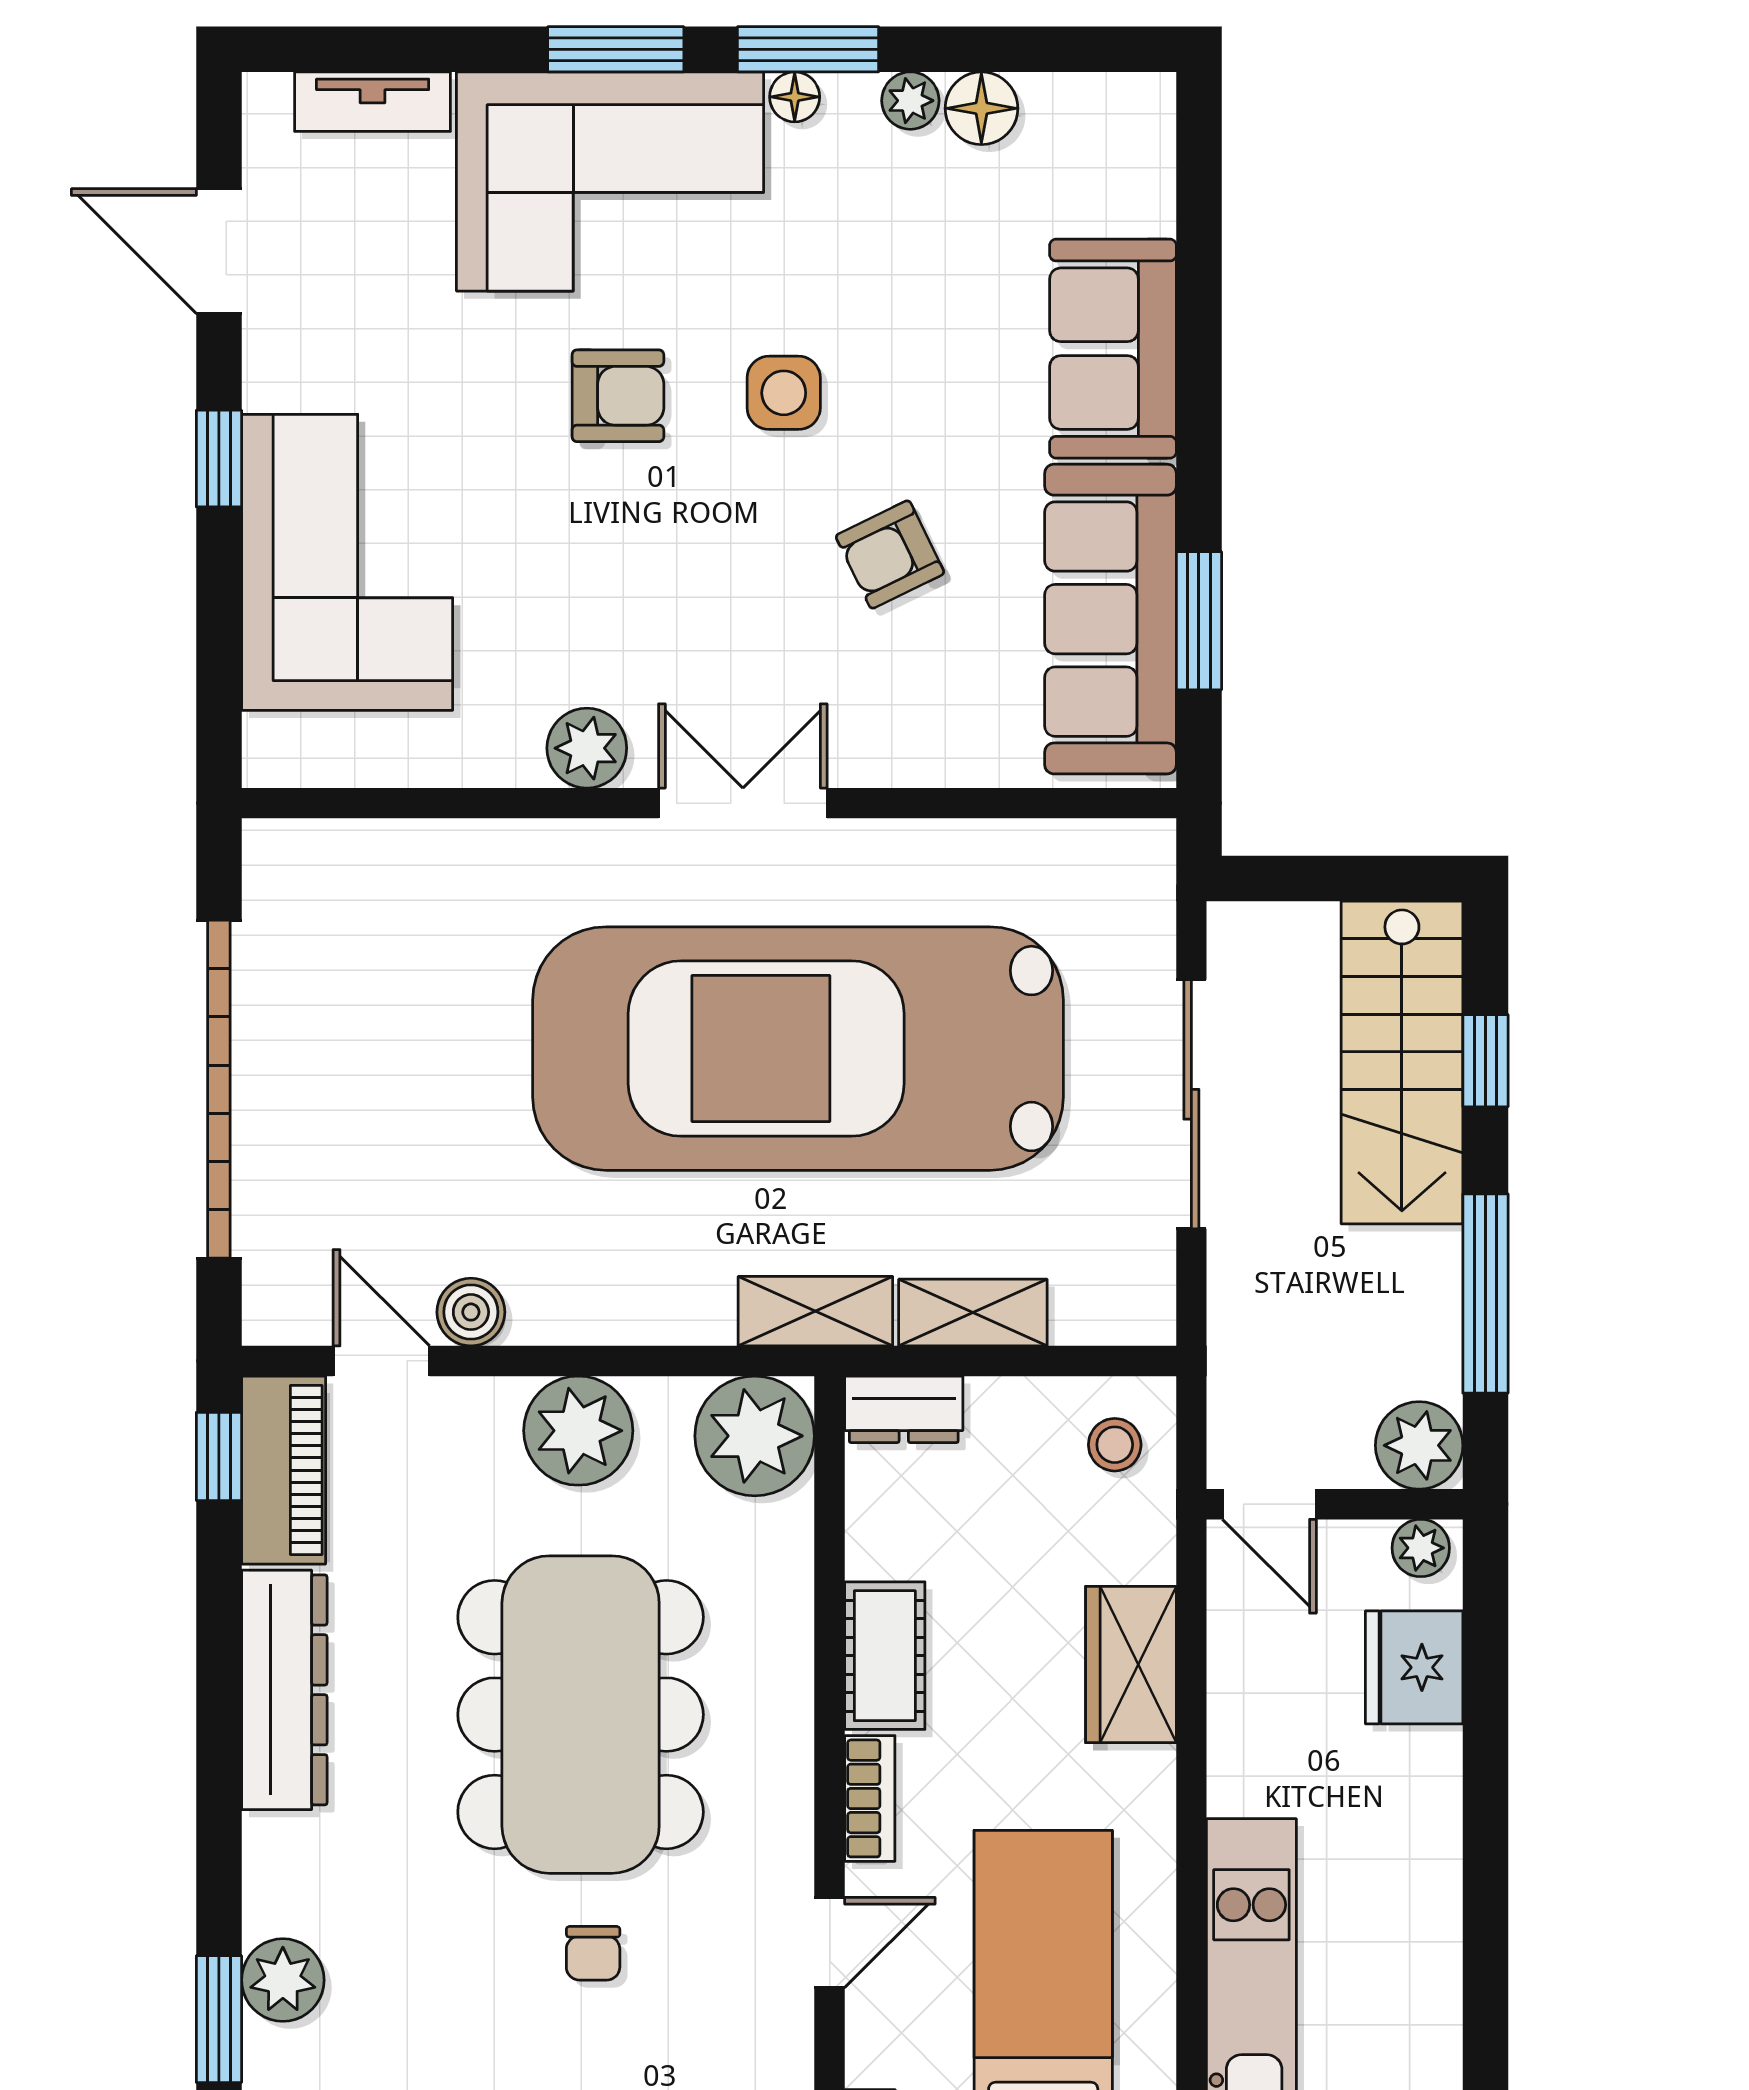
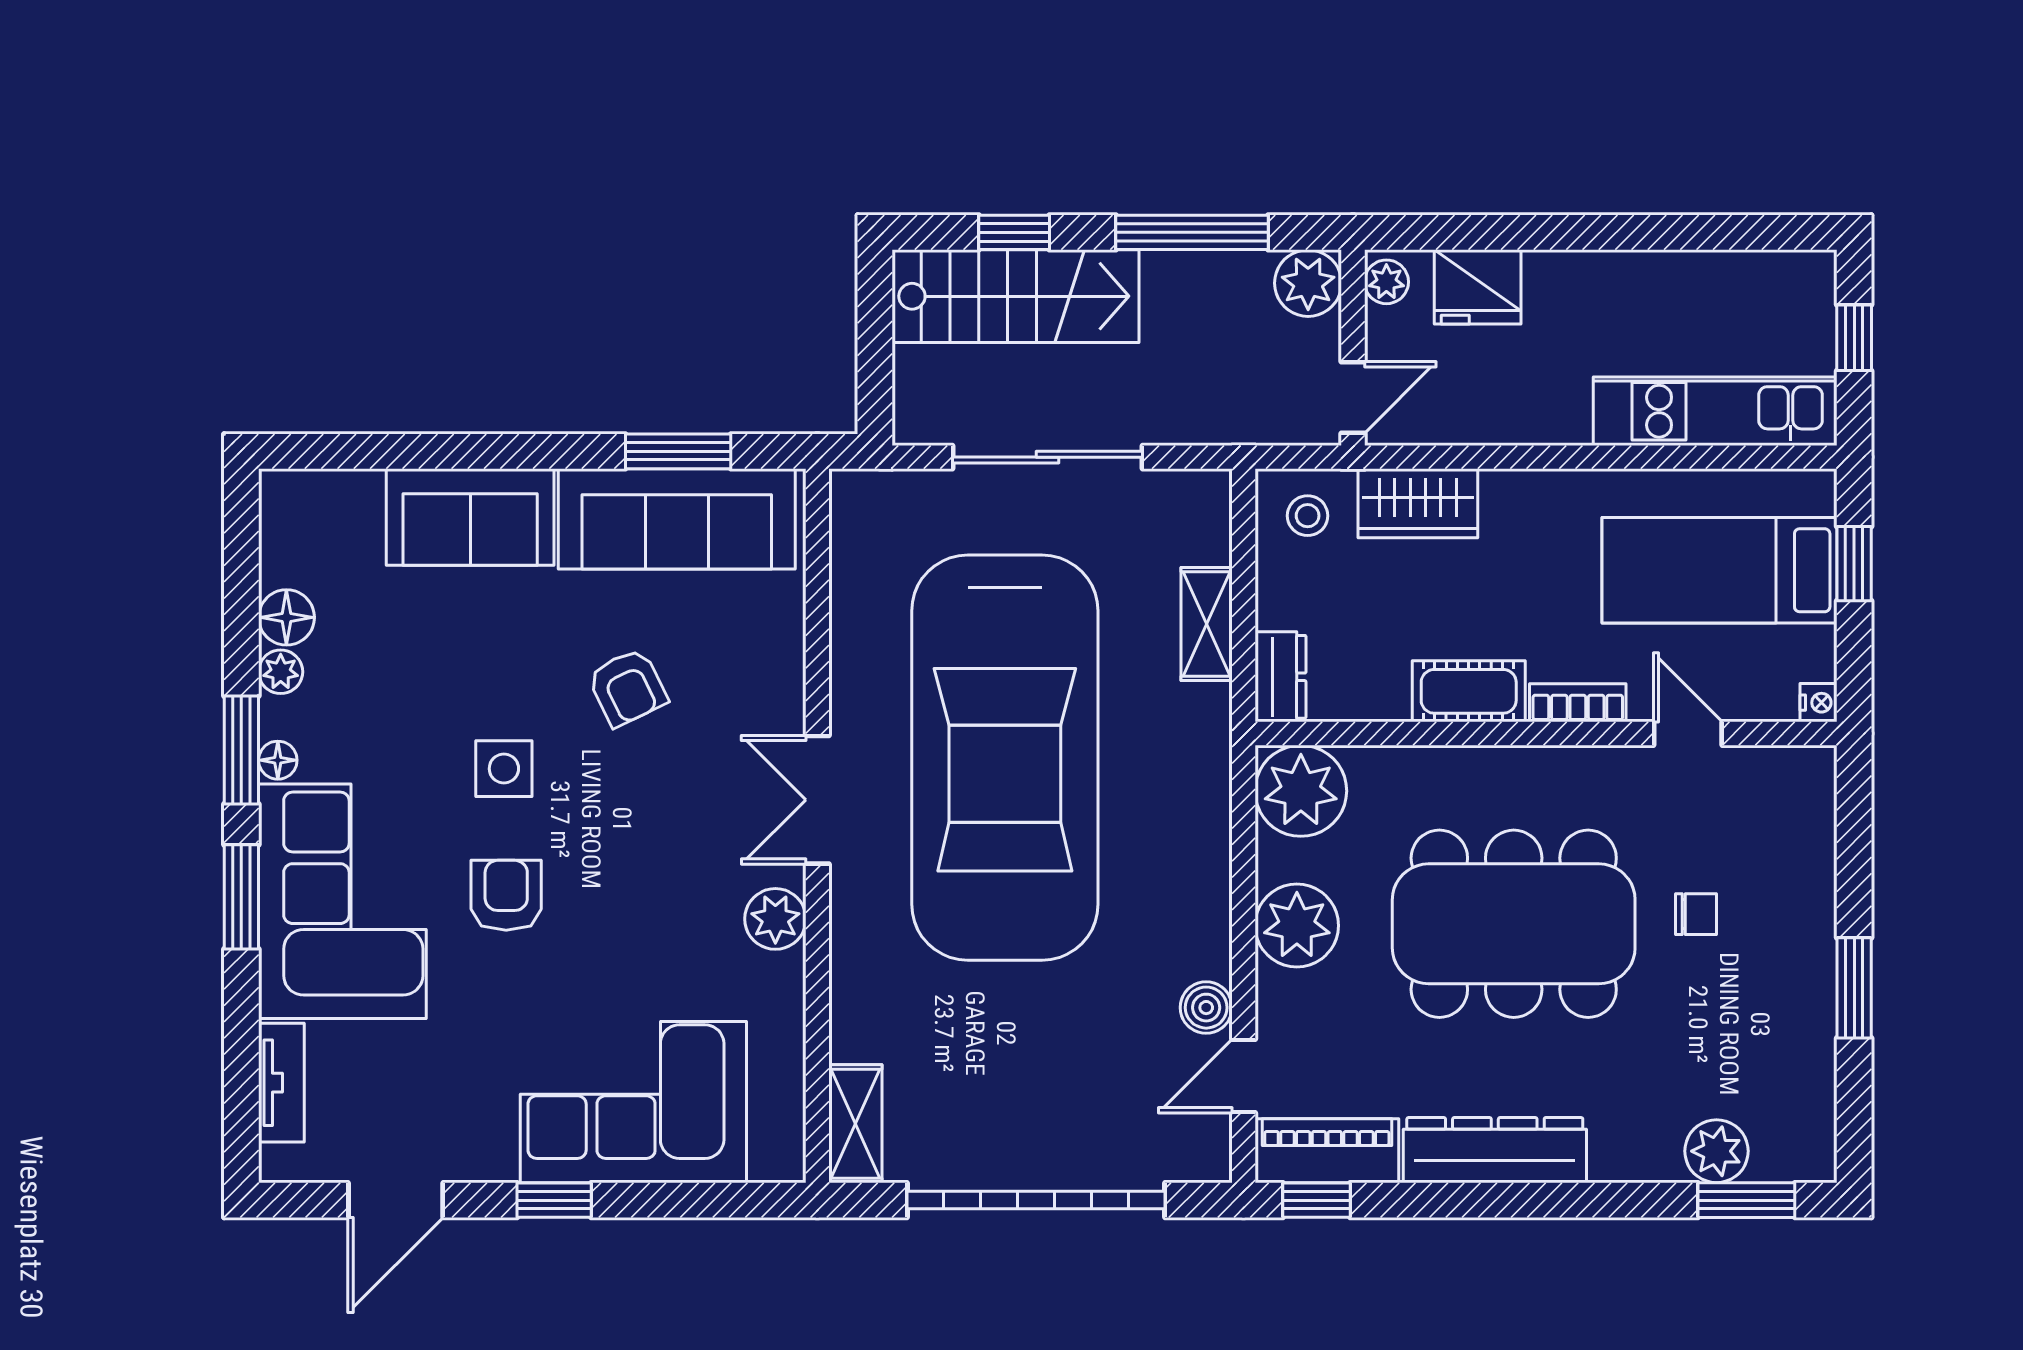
shelving: (815, 1311) -> (855, 1124), moved
wardrobe: (1131, 1665) -> (1418, 503), moved

